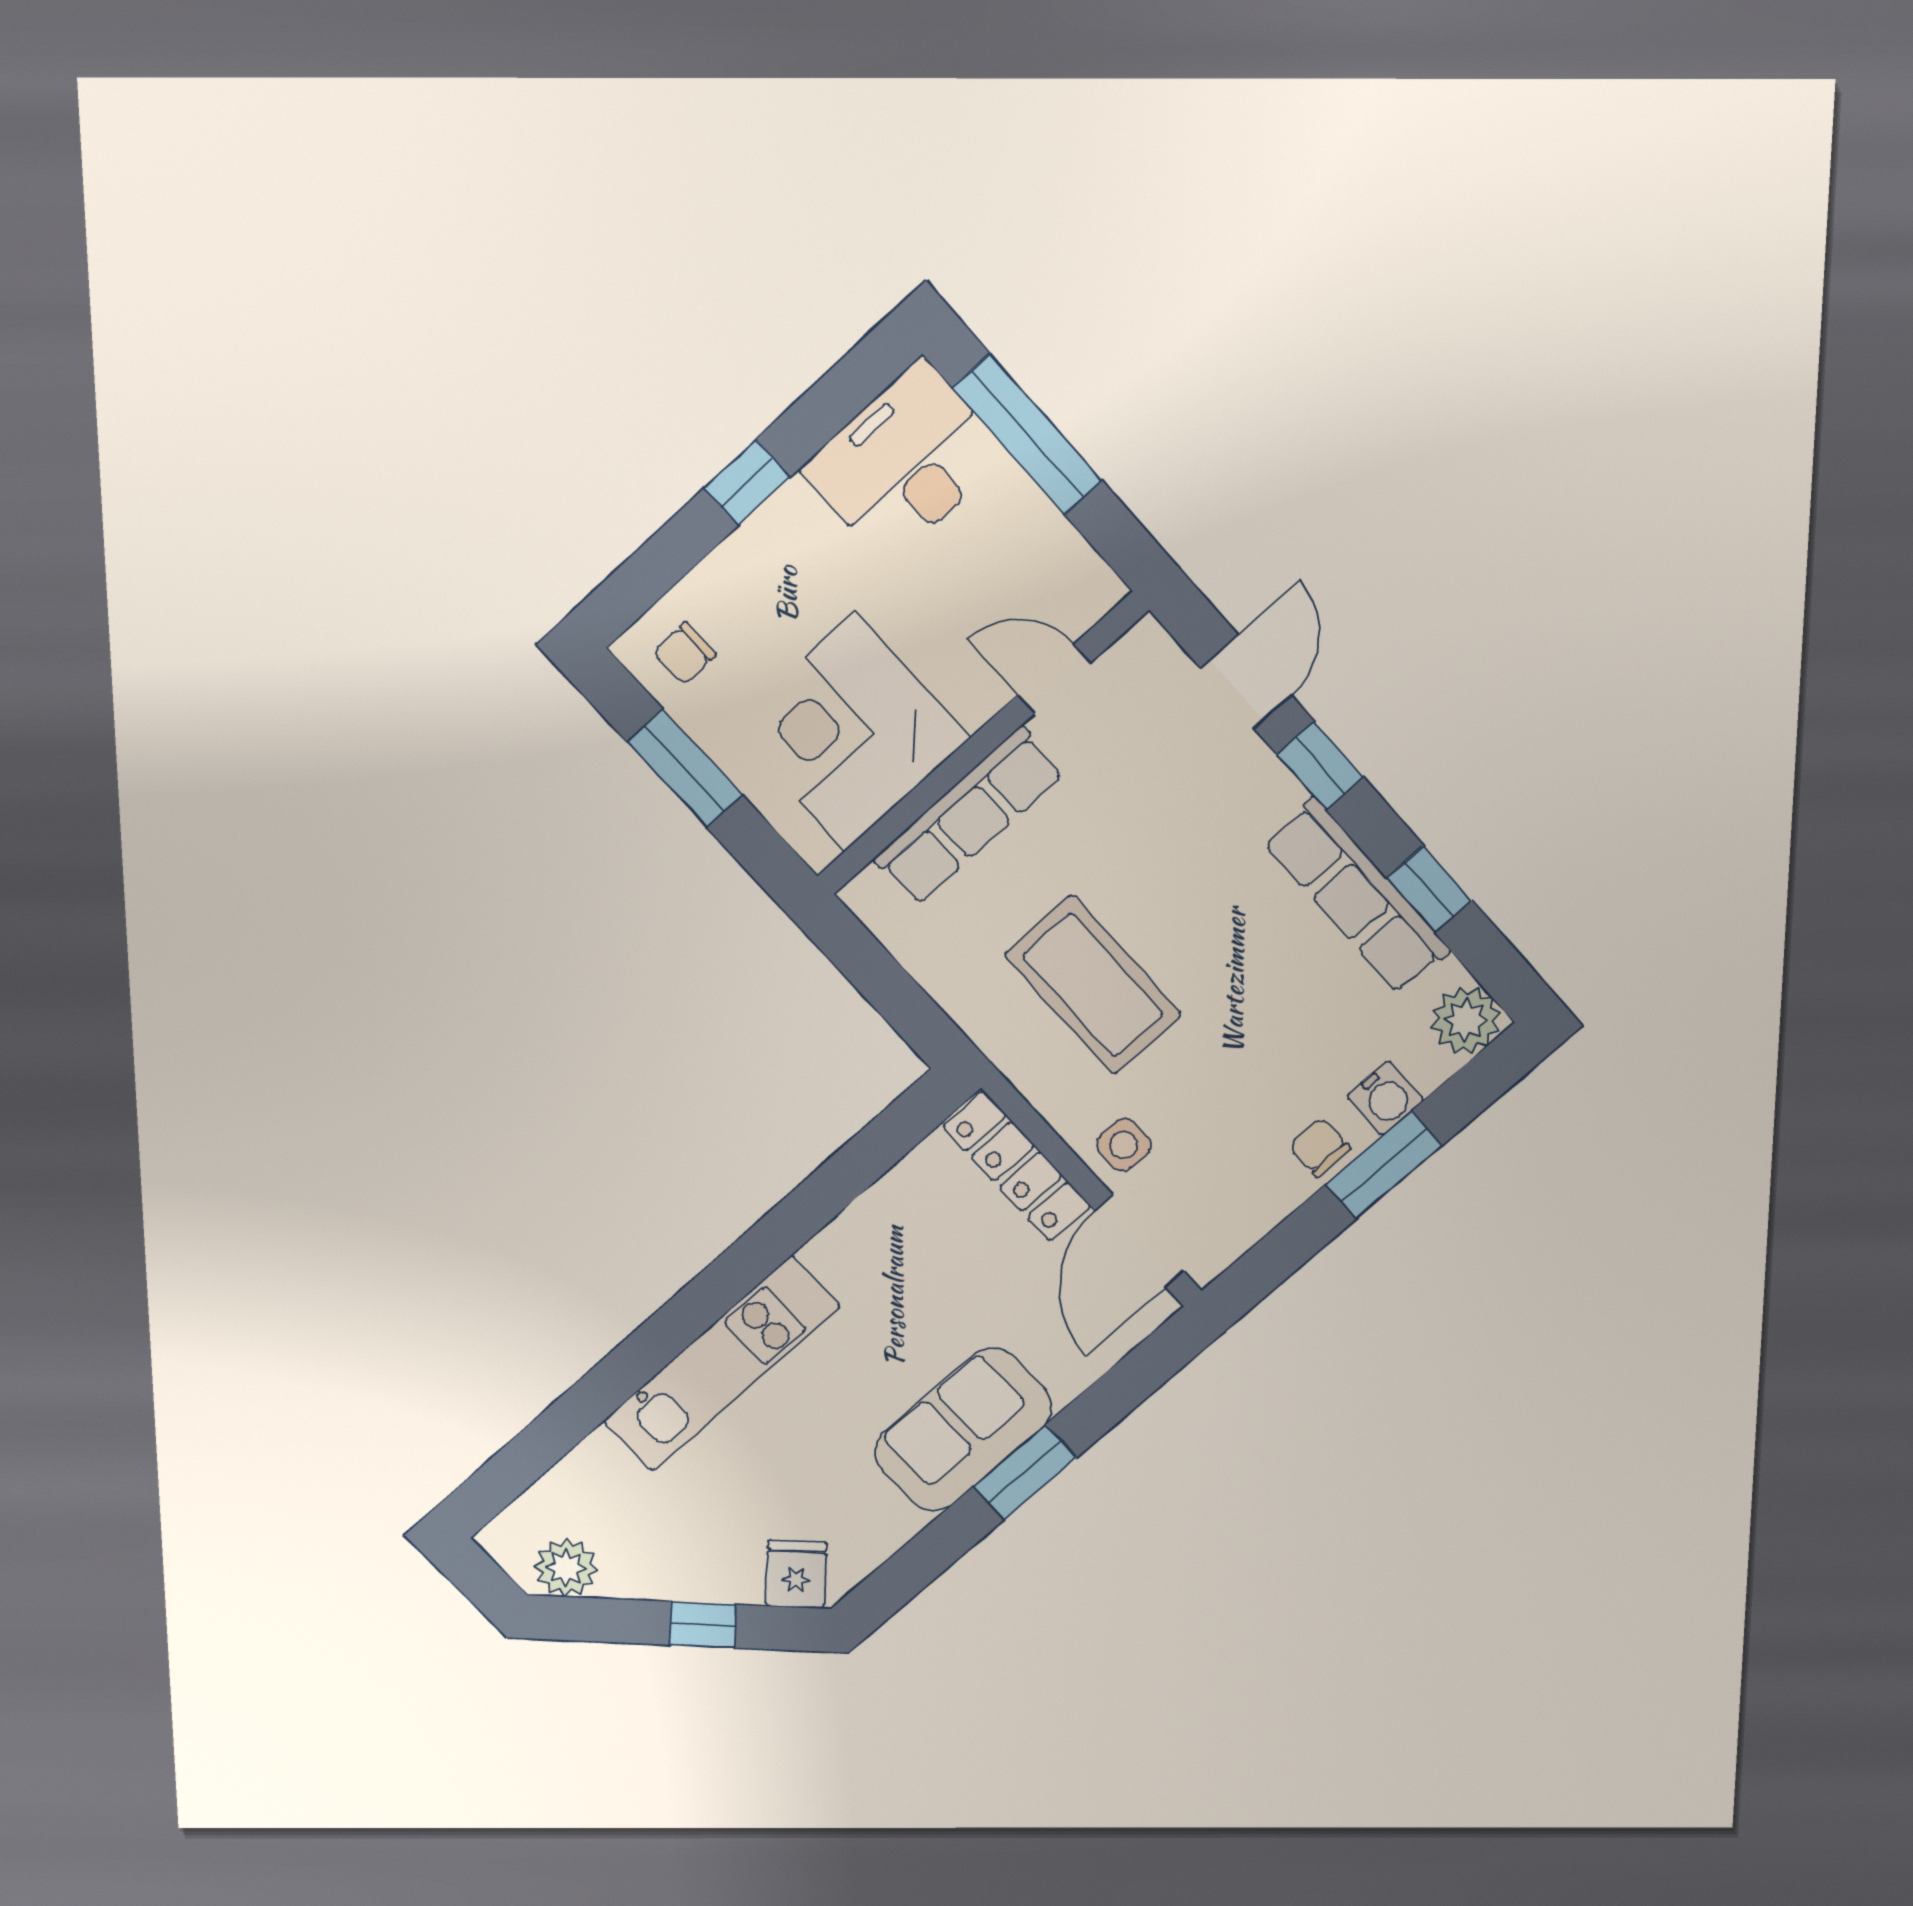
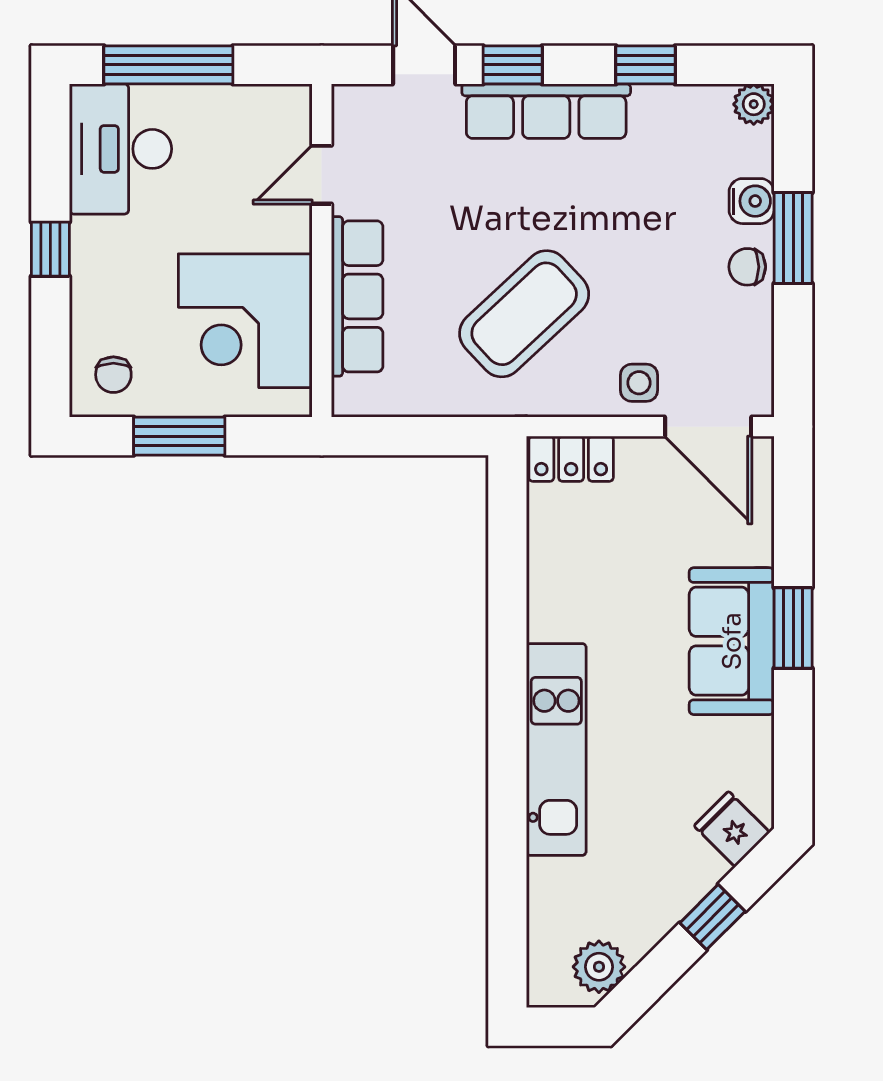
row of seats: (1357, 896) -> (546, 111), moved
coffee table: (1093, 985) -> (524, 314), turned -43
plant: (1466, 1020) -> (754, 104), width x0.73, depth x0.73
locker: (1017, 1166) -> (571, 459), width x0.66

